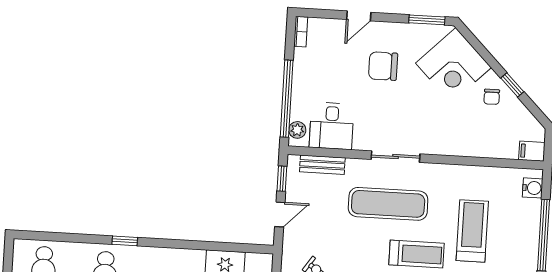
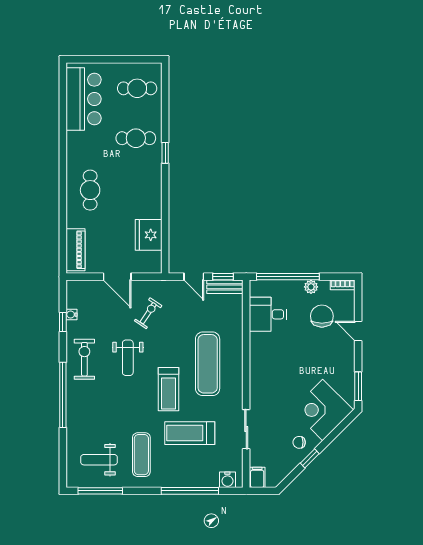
chair: (383, 66) -> (322, 316), moved
plant: (297, 130) -> (311, 287), moved
sliding door: (396, 157) -> (246, 429), moved
bench: (322, 165) -> (225, 287), moved, turned 90
treadmill: (472, 231) -> (190, 433), turned 180

